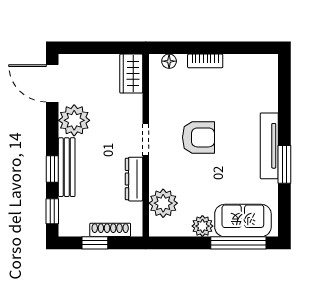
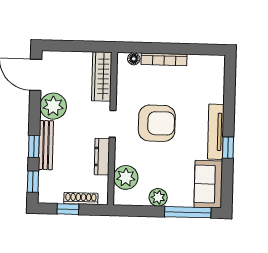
bookcase: (205, 61) -> (164, 59), width x1.56
wardrobe: (131, 74) -> (102, 77), width x1.50
armchair: (199, 137) -> (157, 123), width x1.36, depth x1.36
window: (284, 164) -> (228, 148), width x0.67
sofa: (243, 220) -> (208, 184), moved, turned -90

